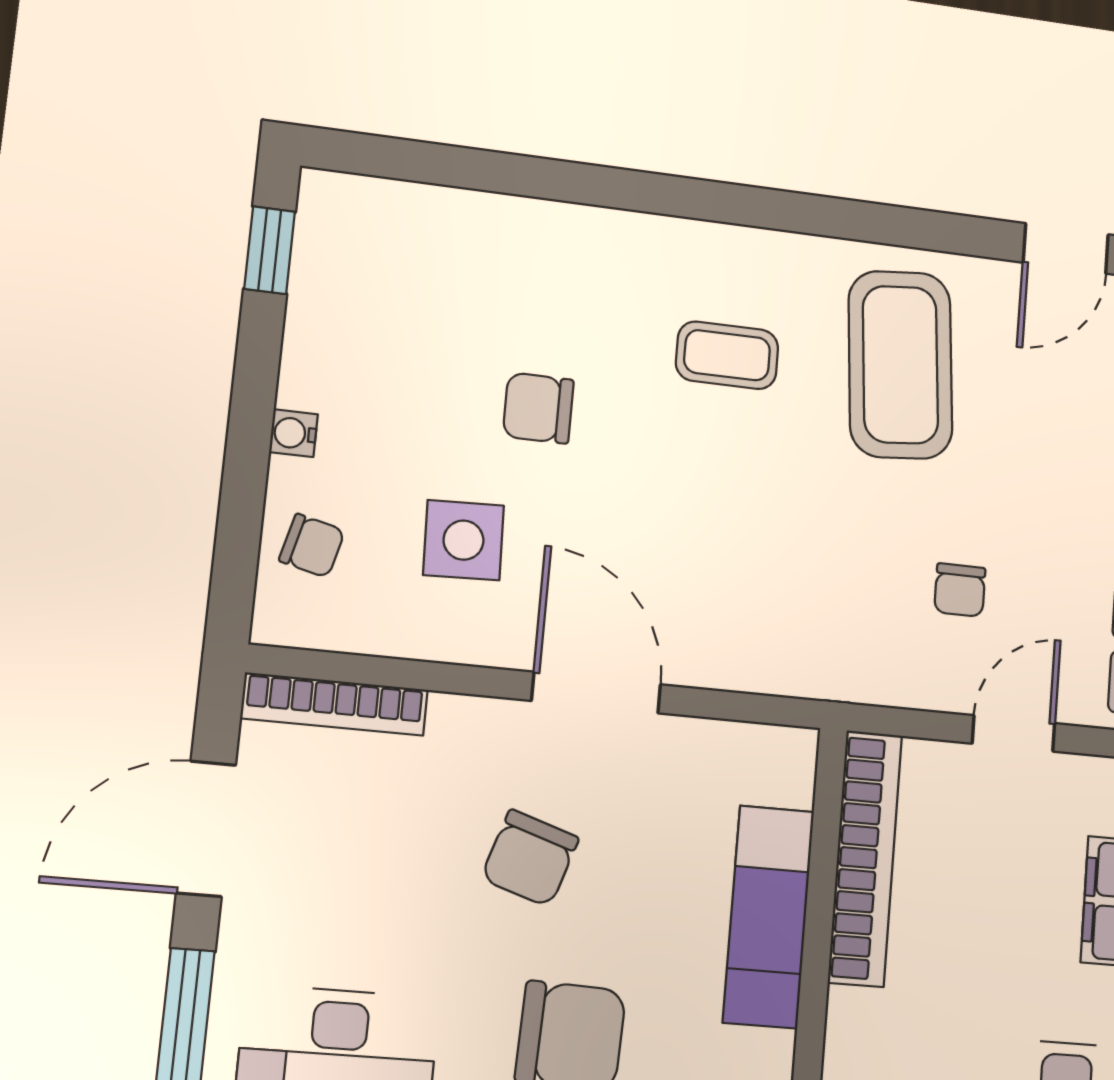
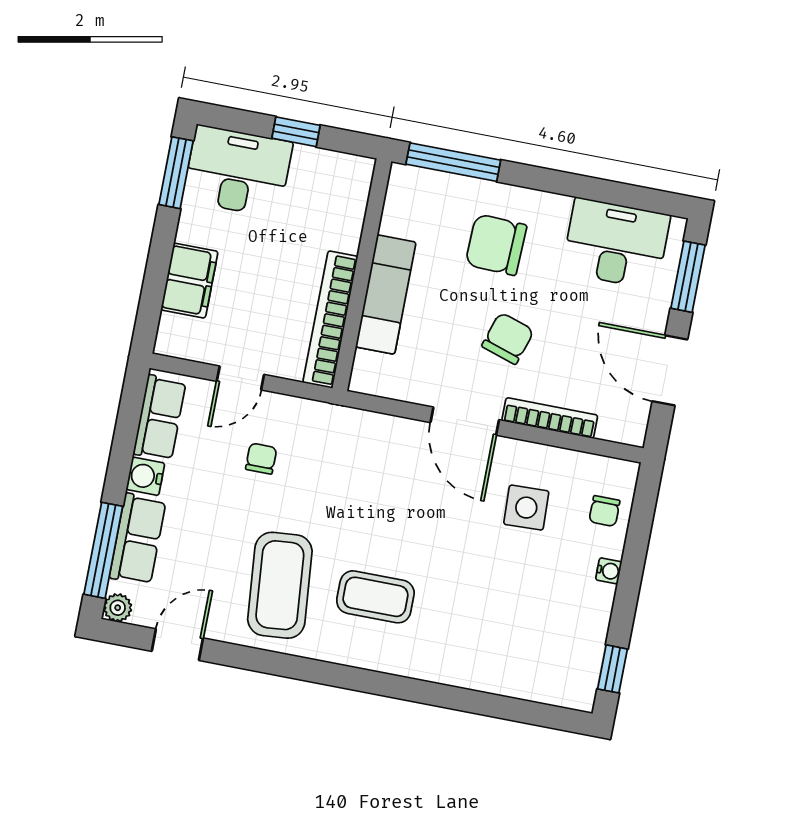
coffee table: (727, 355) -> (375, 597), width x1.36, depth x1.30
chair: (538, 408) -> (480, 575), removed
chair: (312, 546) -> (604, 511), turned -104
bookcase: (335, 704) -> (550, 418), moved
door: (206, 829) -> (670, 370), swing flipped

